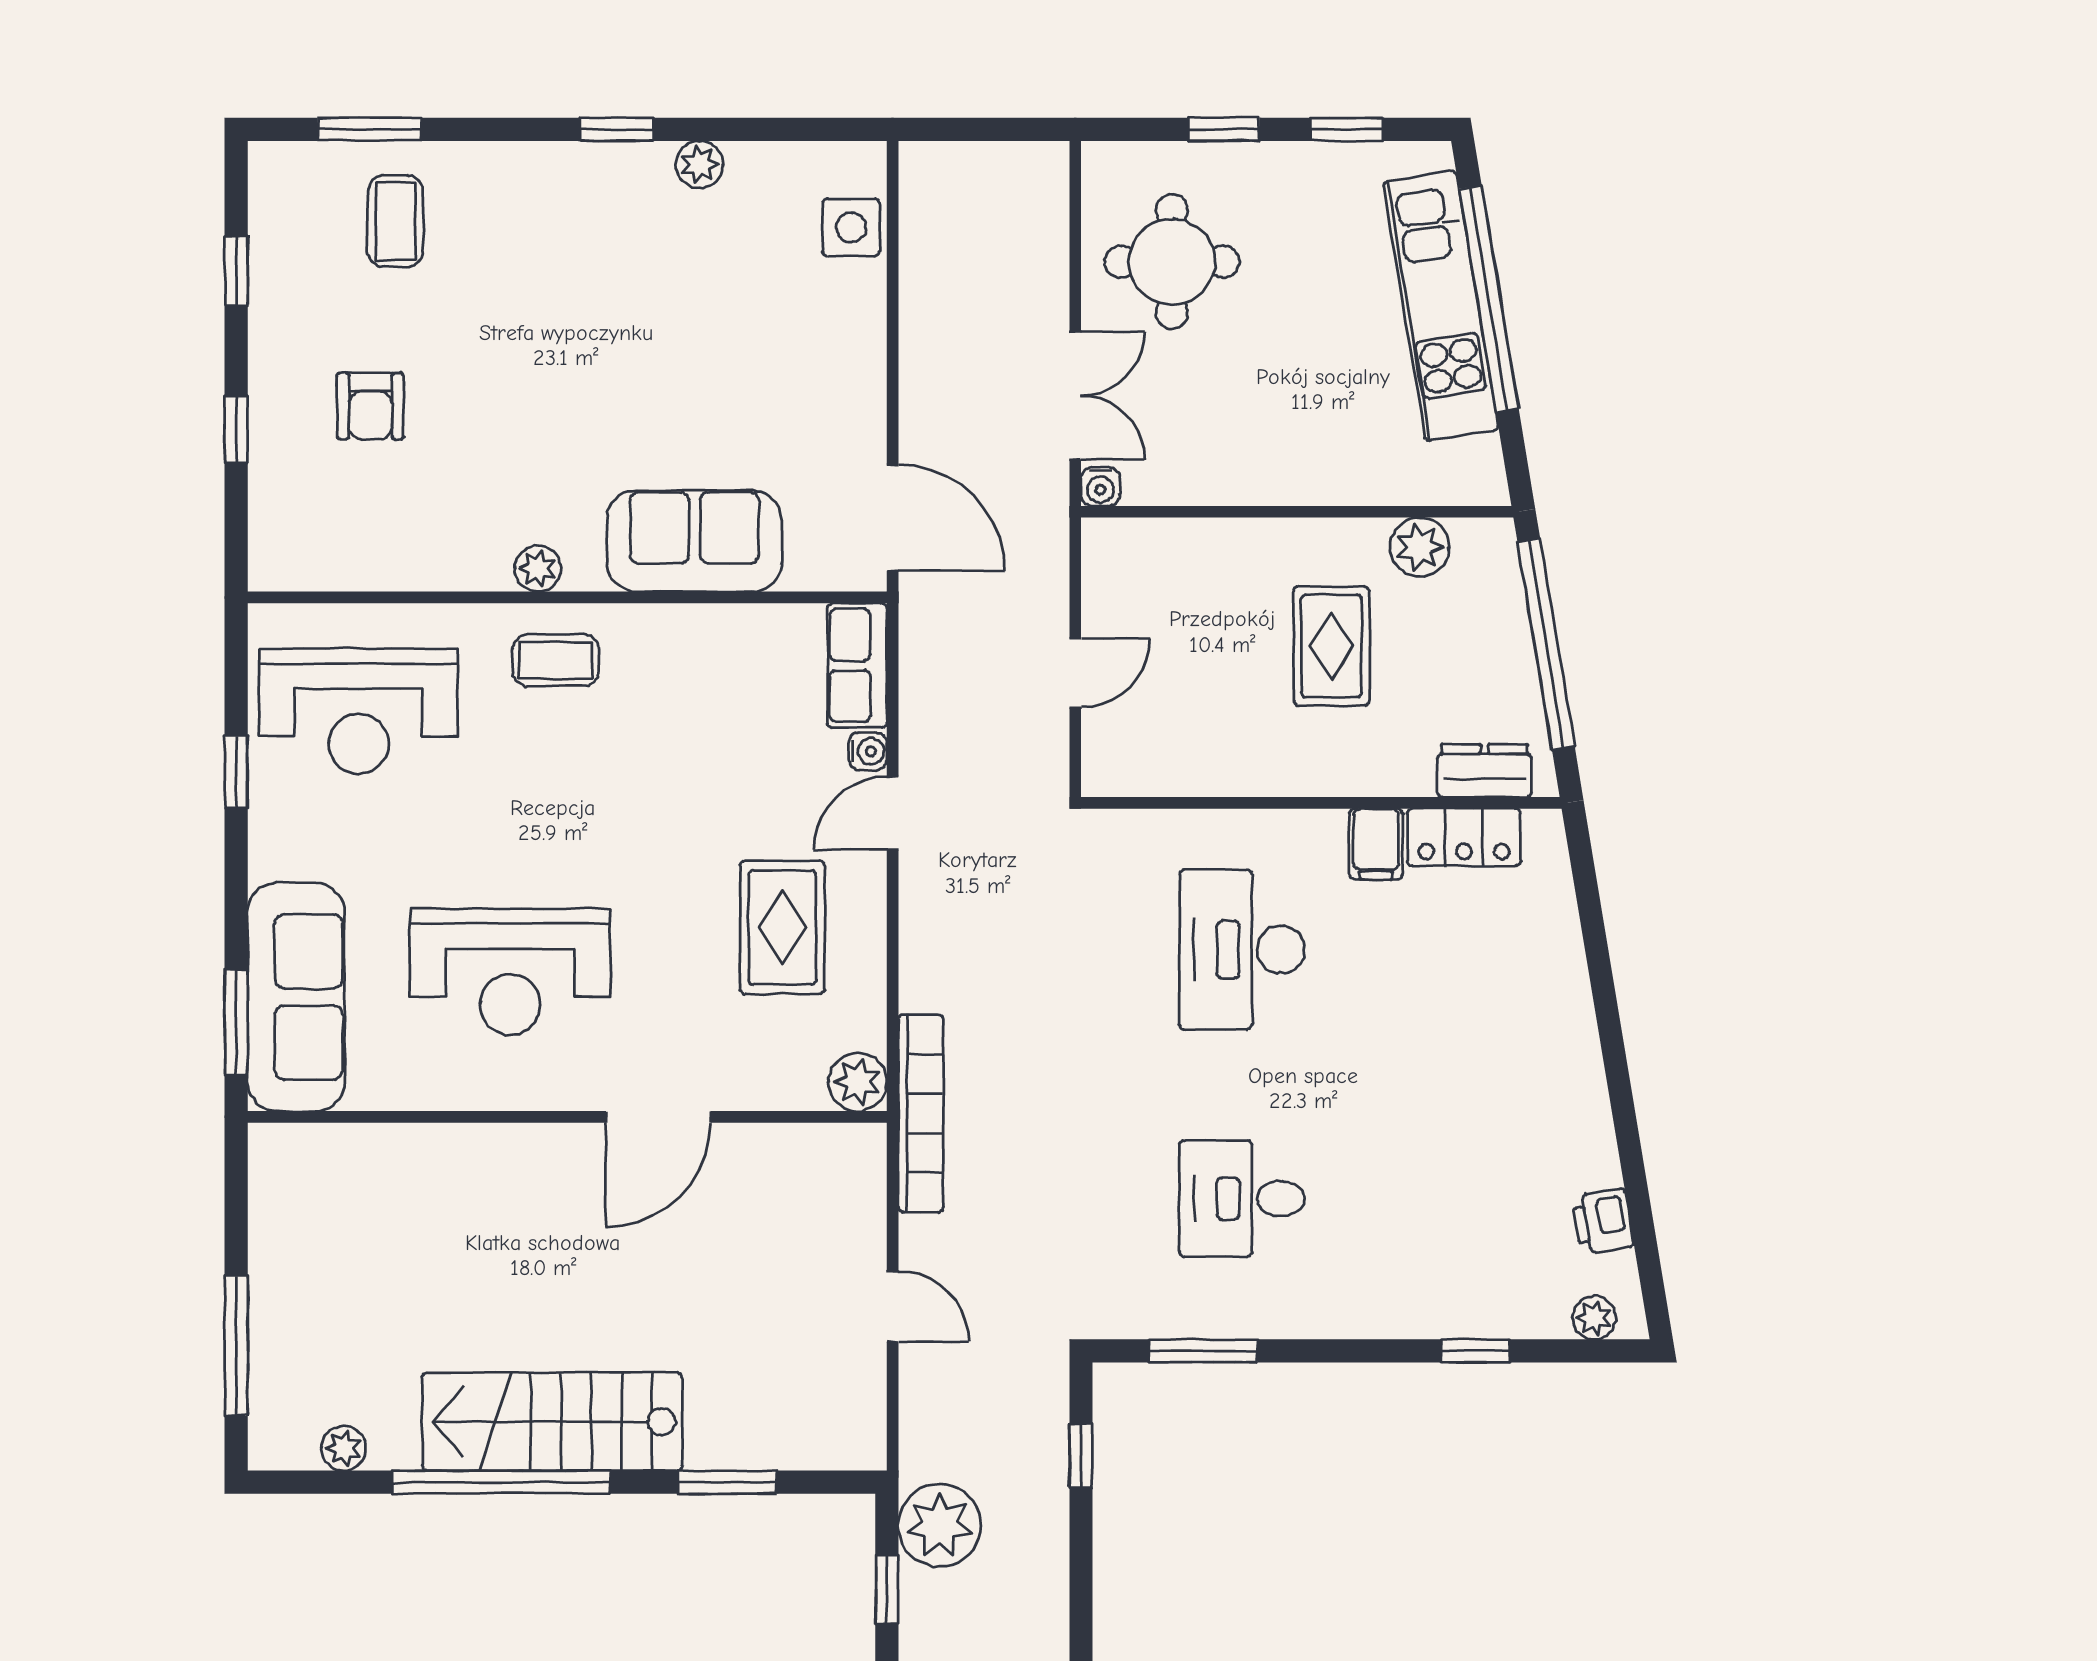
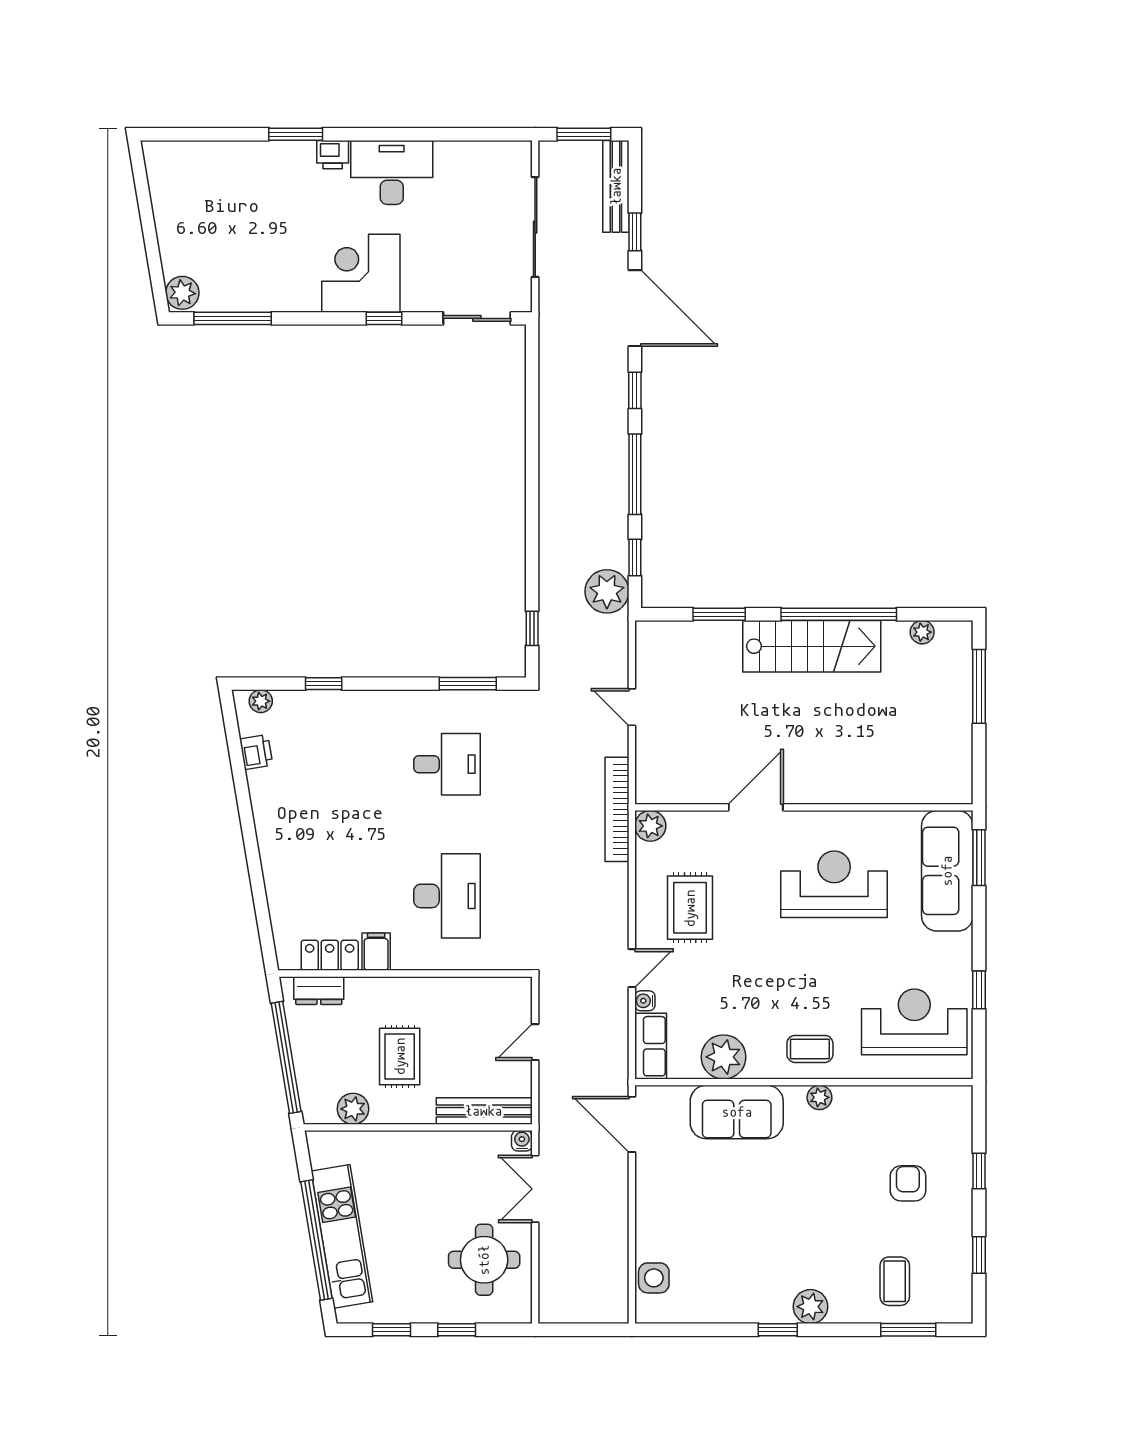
plant: (699, 164) -> (810, 1307), moved, width x1.38, depth x1.38
bench: (1171, 543) -> (484, 1111), added
plant: (719, 645) -> (724, 1057), added

